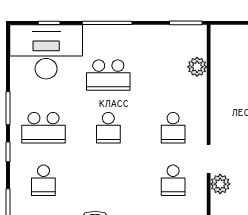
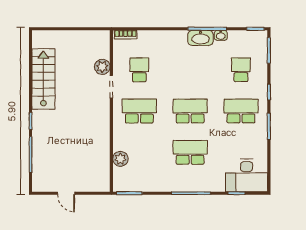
desk: (46, 52) -> (247, 175), width x0.73, depth x0.77
school desk: (108, 128) -> (190, 111), width x1.85
school desk: (173, 128) -> (139, 111), width x1.85

